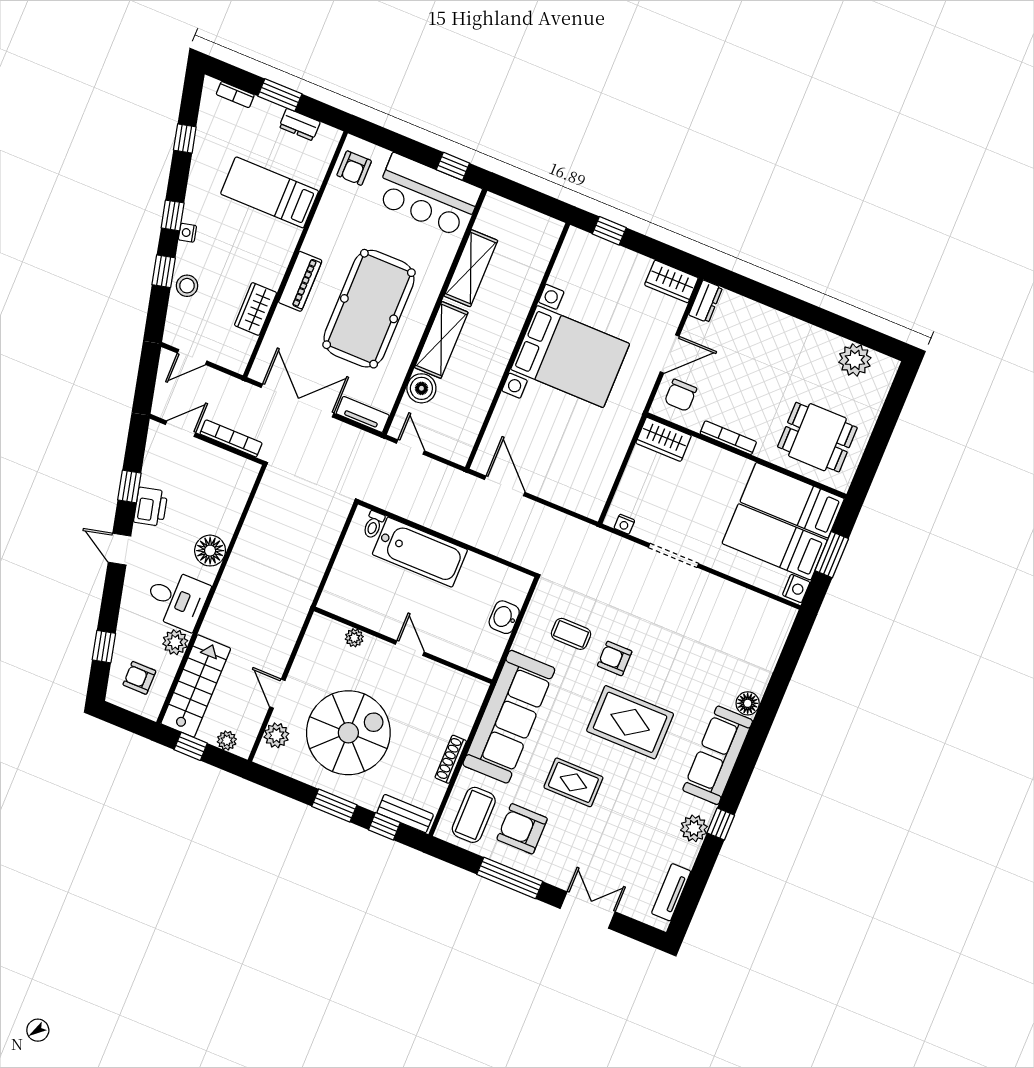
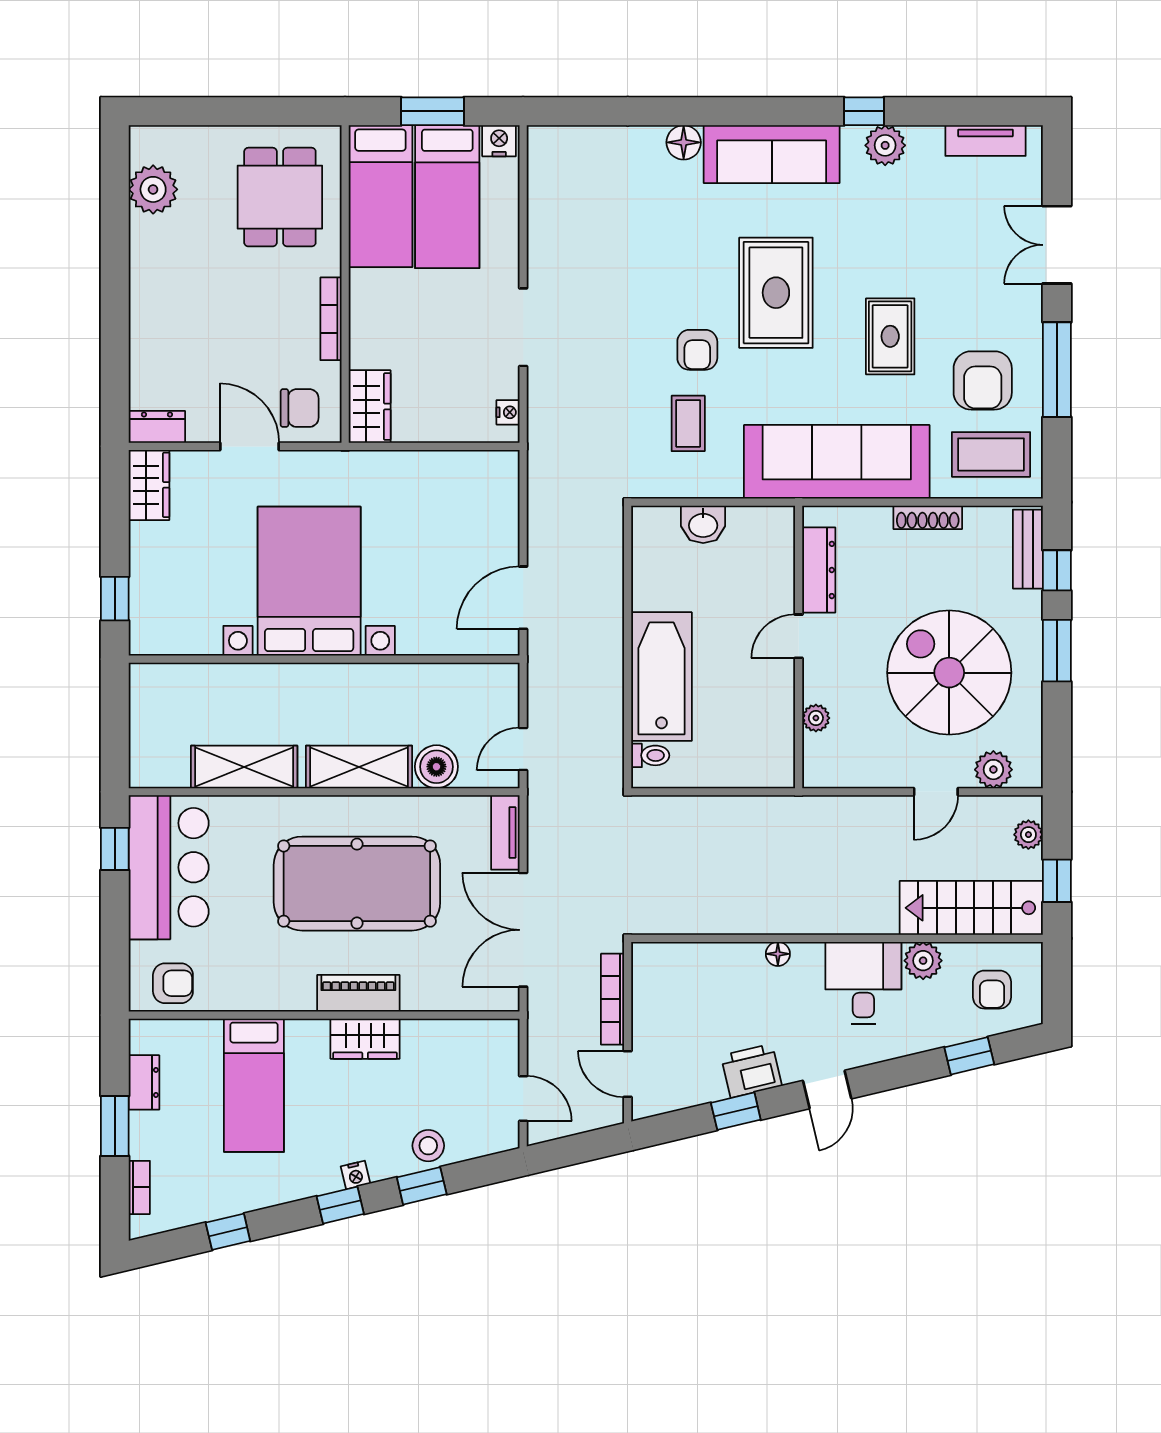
wardrobe: (256, 309) -> (365, 1039), moved
floor lamp: (210, 551) -> (778, 954), width x0.53, depth x0.53
dresser: (446, 678) -> (819, 570), added

